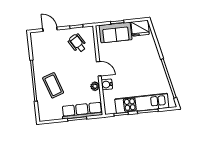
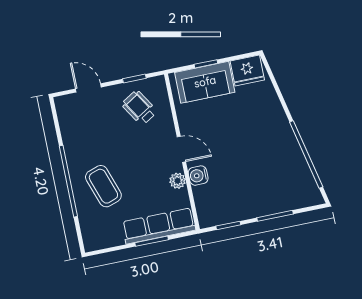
kitchen unit: (142, 103) -> (263, 203), removed

